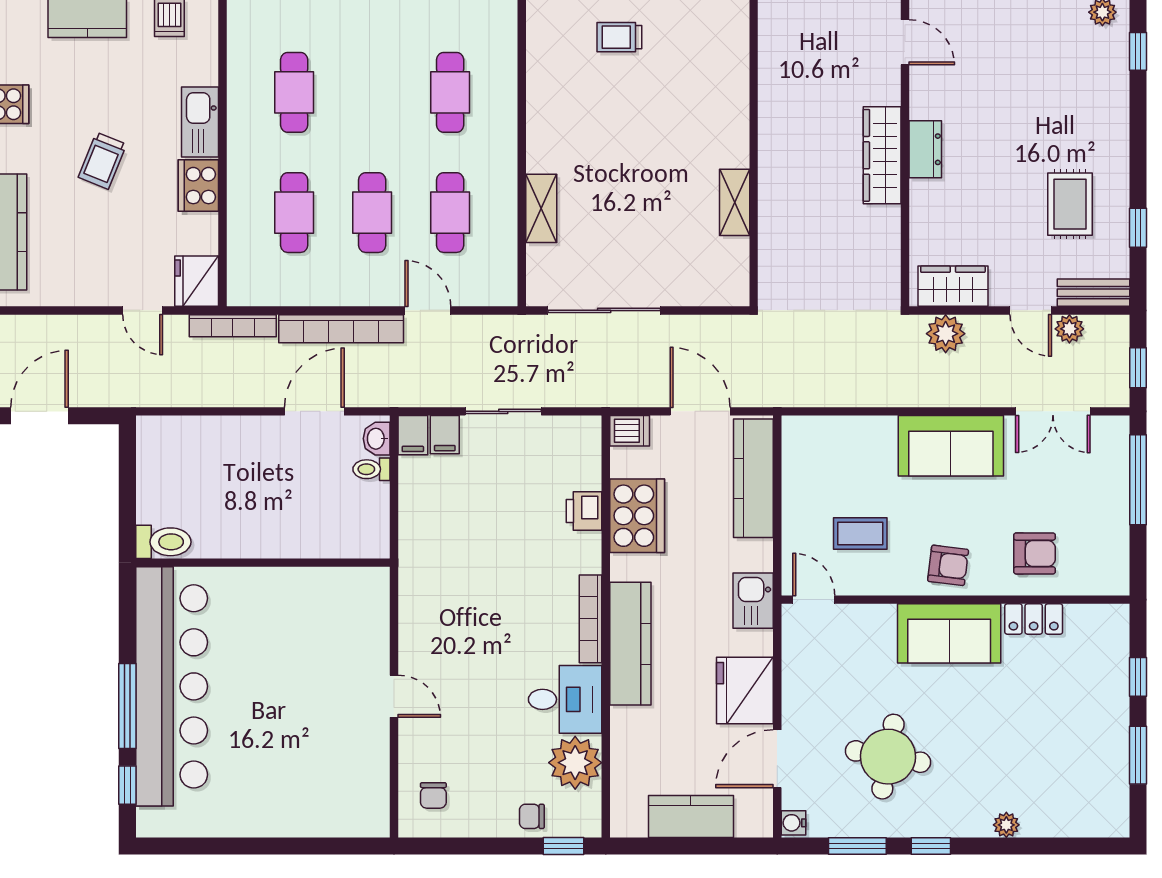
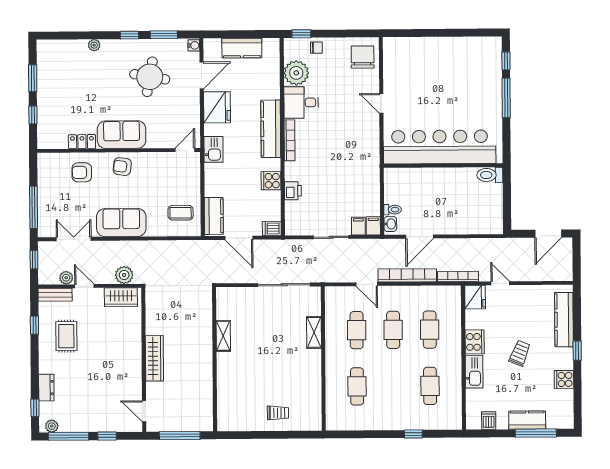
dresser: (925, 149) -> (46, 388), moved, turned 180
kitchen counter: (753, 478) -> (214, 216), width x0.67
cooker: (637, 516) -> (271, 181), width x0.53, depth x0.76
coffee table: (860, 533) -> (181, 213), moved
door: (814, 600) -> (185, 150), swing flipped
bar counter: (172, 686) -> (440, 147), moved, turned 90
chair: (433, 795) -> (363, 57), width x1.87, depth x1.87

